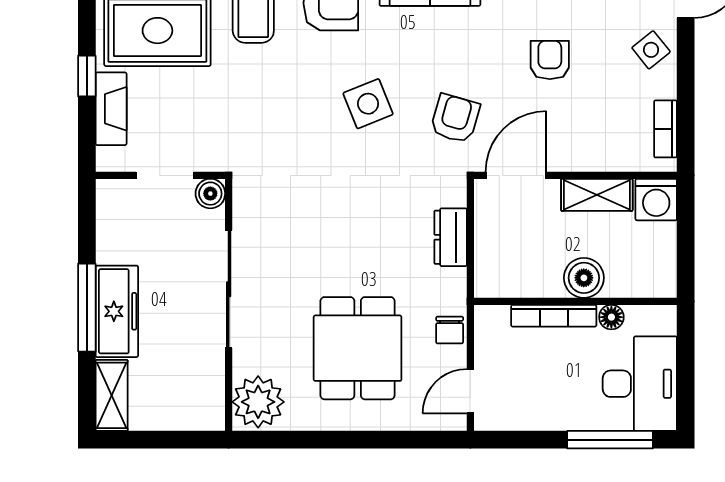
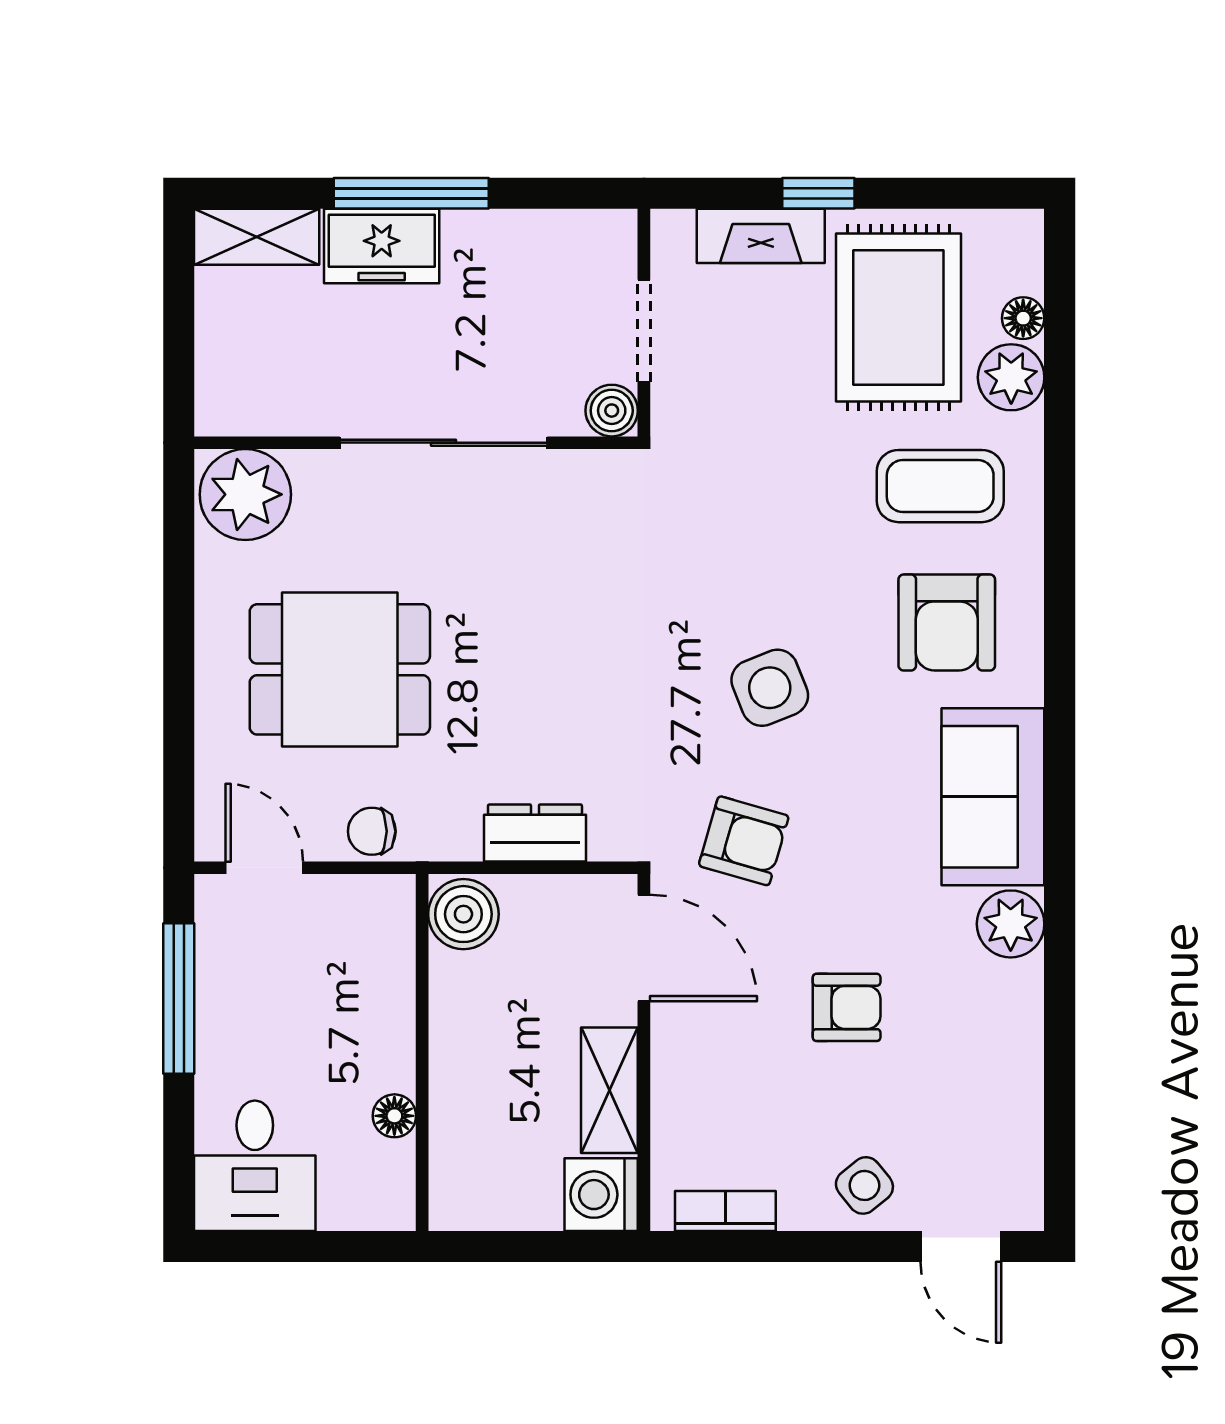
boiler: (584, 278) -> (463, 914), moved
freezer: (117, 311) -> (382, 246), width x0.71
bookcase: (554, 316) -> (397, 1014), removed
desk: (640, 384) -> (255, 1166), width x0.73
window: (610, 440) -> (179, 998), moved

